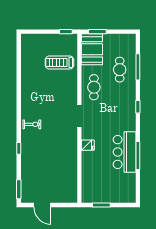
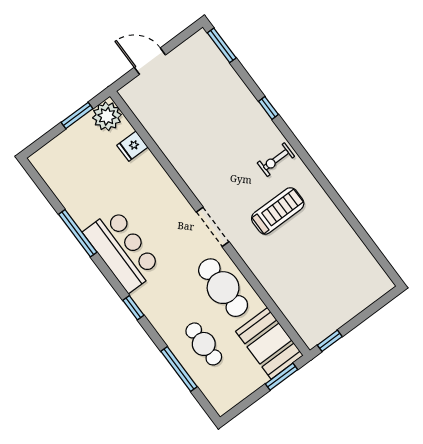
treadmill: (59, 62) -> (278, 211), moved
cafe table: (94, 87) -> (223, 288), width x1.37, depth x1.35
fridge: (88, 145) -> (132, 146), moved
bar counter: (125, 152) -> (122, 250), moved
plant: (89, 195) -> (107, 116), added
door: (42, 205) -> (150, 61), moved

